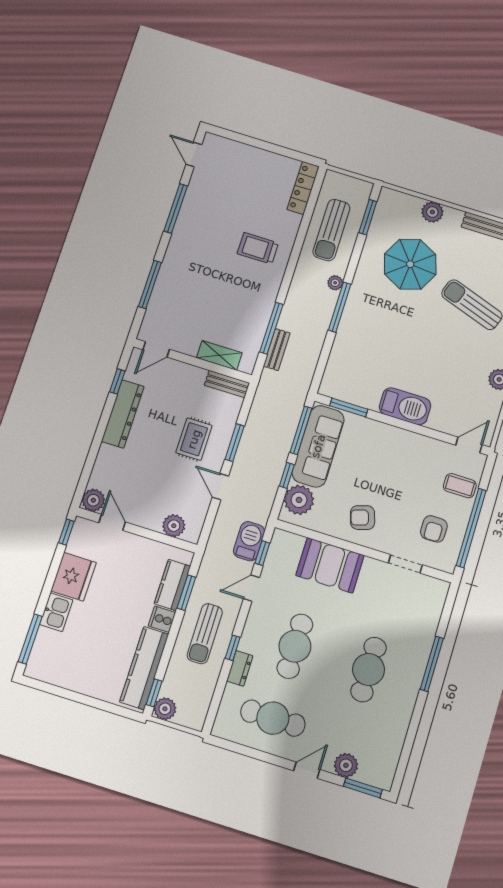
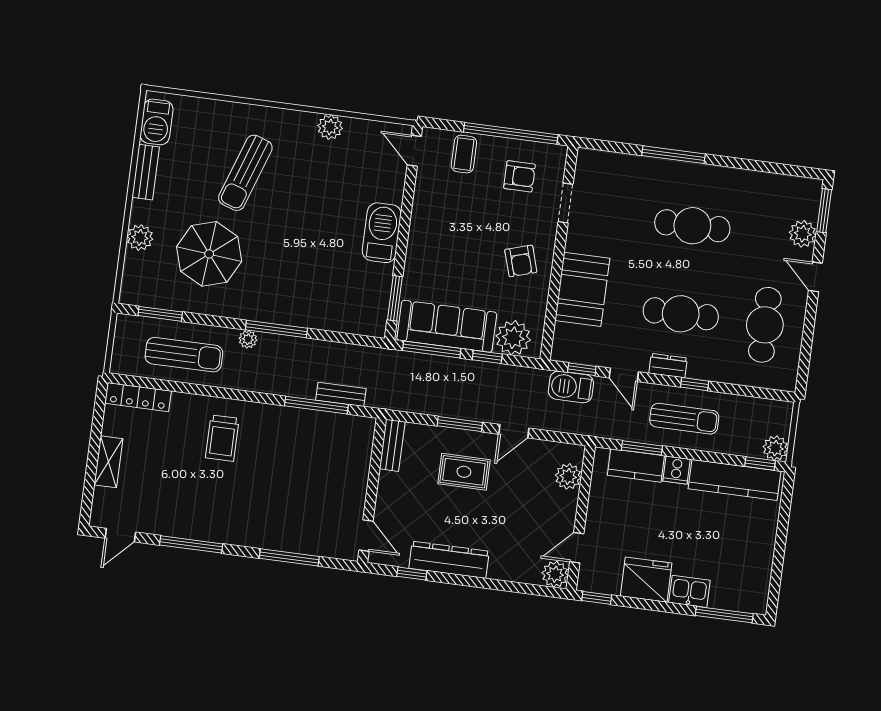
shelving: (219, 355) -> (108, 462), moved
dresser: (240, 668) -> (668, 366), moved

